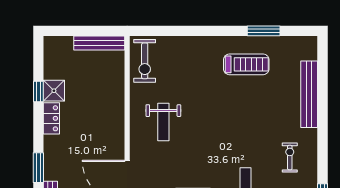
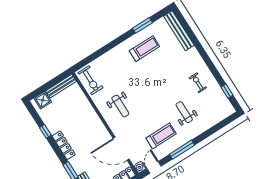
shower: (54, 91) -> (43, 100), moved
bench: (309, 94) -> (179, 31), moved
locker: (51, 118) -> (64, 145), width x1.53

